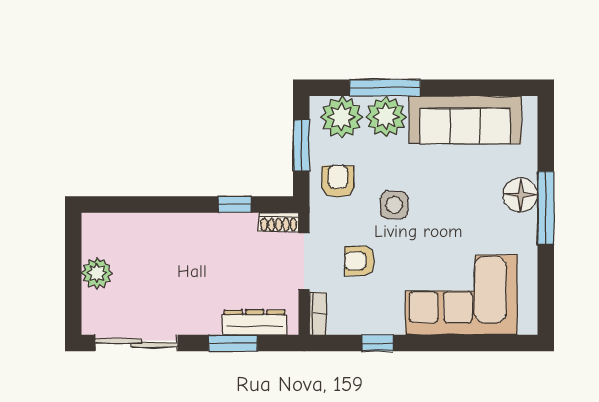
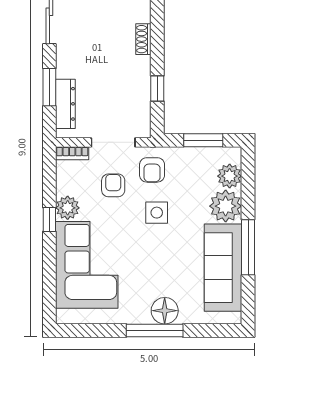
window: (385, 88) -> (248, 247), moved
plant: (342, 117) -> (230, 176), width x0.73, depth x0.73
armchair: (338, 181) -> (152, 170), moved, turned 90
shoe rack: (279, 222) -> (143, 39), moved
plant: (388, 320) -> (68, 208), added
window: (378, 343) -> (49, 219), moved

